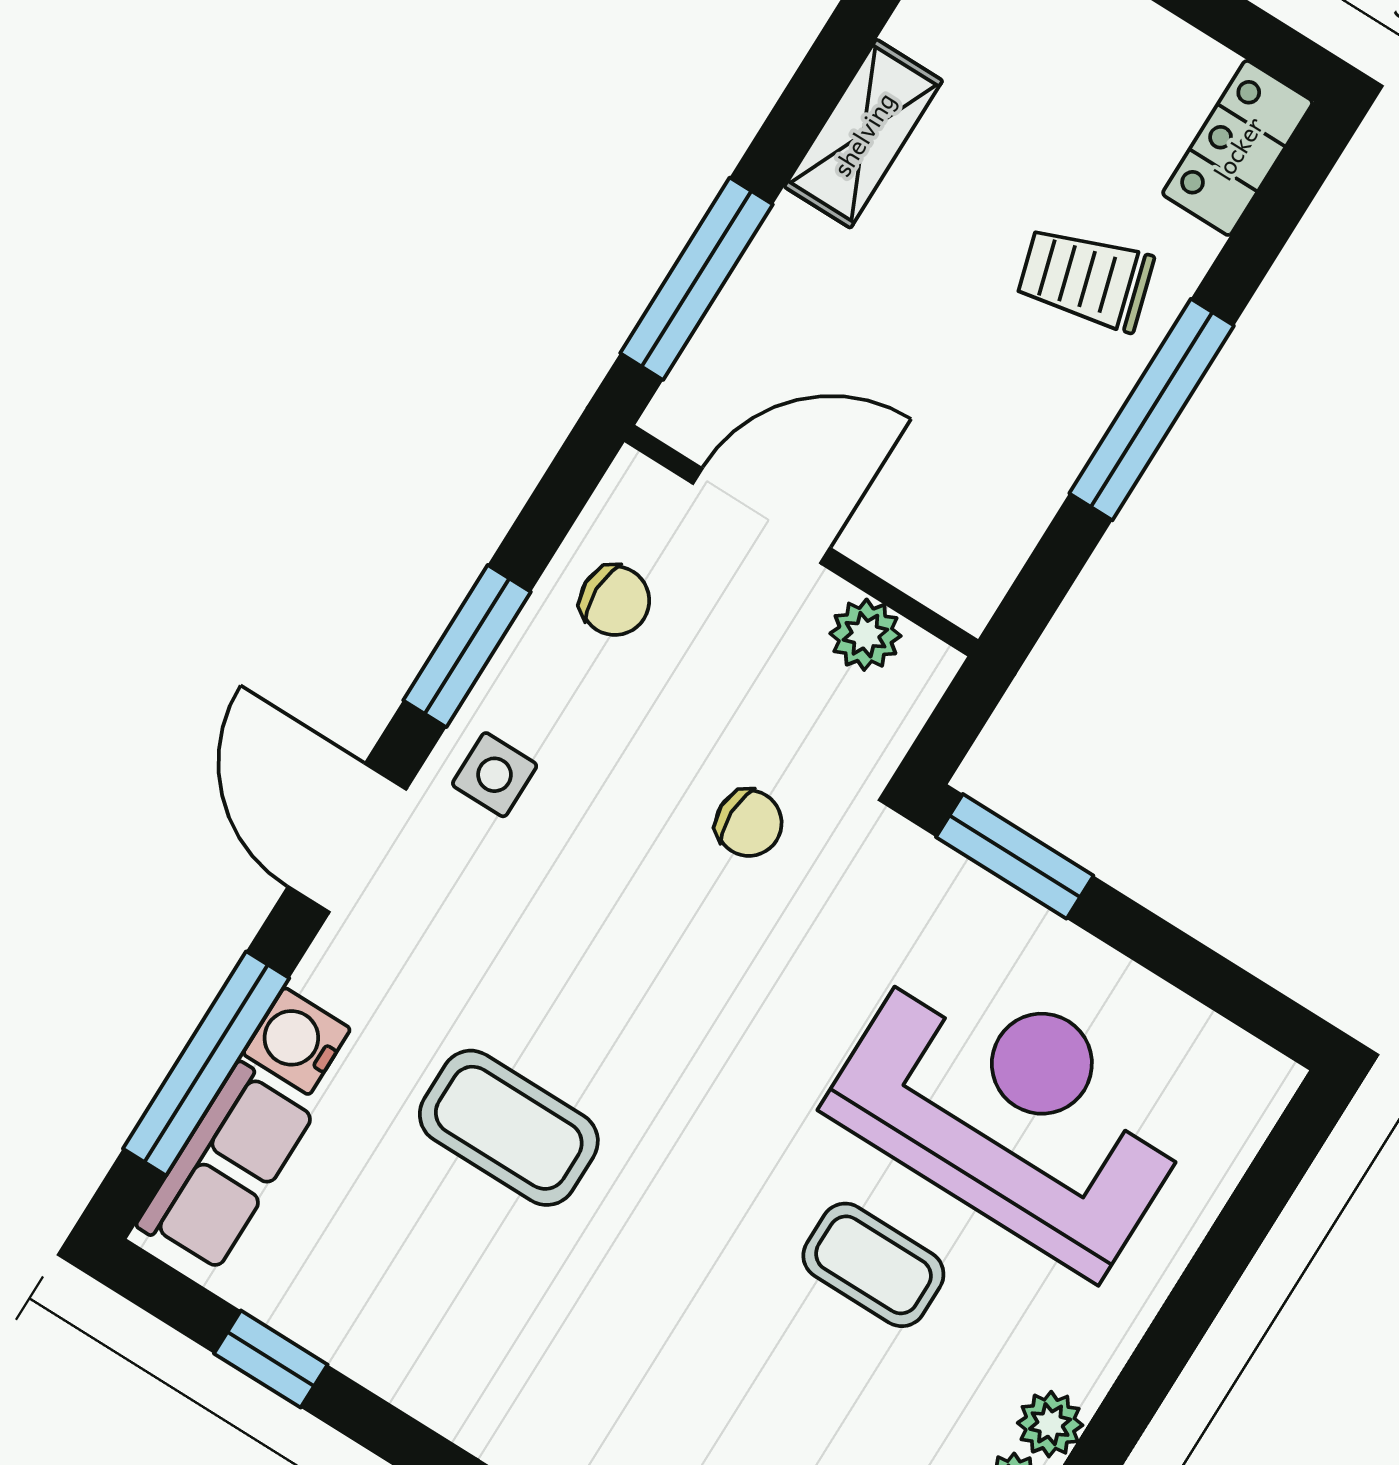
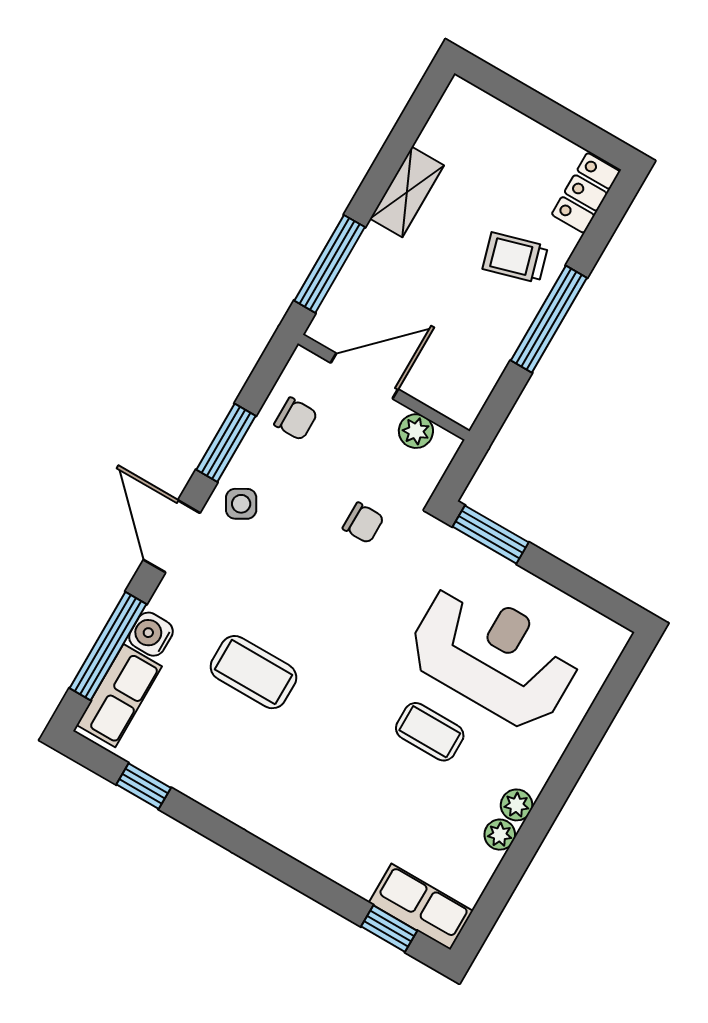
side table: (495, 775) -> (241, 504), turned -30

